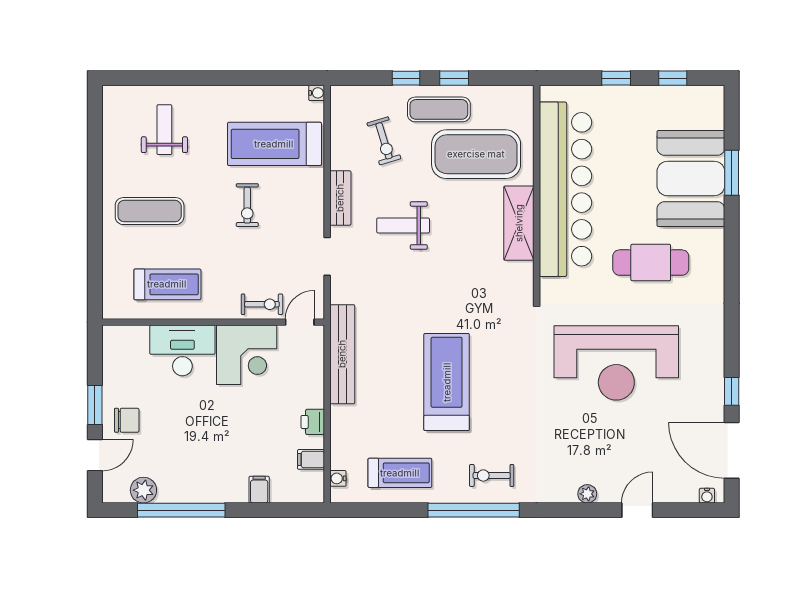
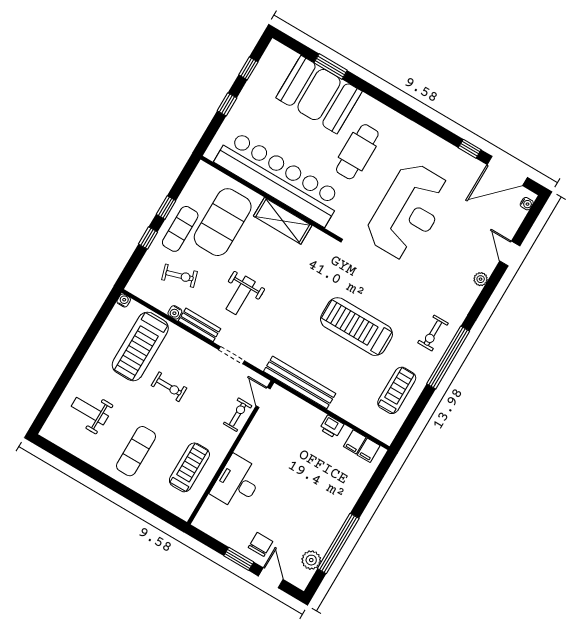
corner desk: (247, 355) -> (264, 443), removed
water cooler: (338, 478) -> (175, 312), moved
filing cabinet: (259, 490) -> (369, 450), moved, turned -90

